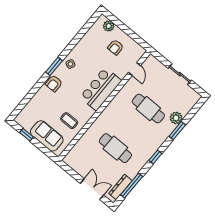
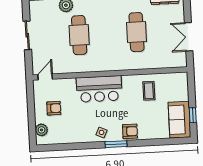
door: (134, 69) -> (45, 77), moved
sofa: (47, 136) -> (179, 120), moved
double door: (92, 189) -> (189, 37), moved

